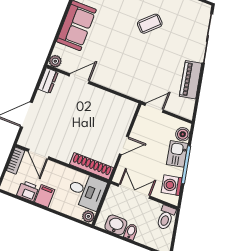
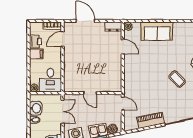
shoe rack: (92, 166) -> (68, 77), removed

